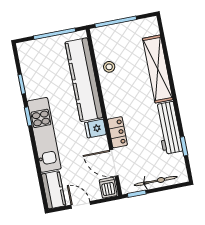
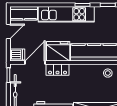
fridge: (95, 128) -> (58, 51), width x1.88, depth x1.34

